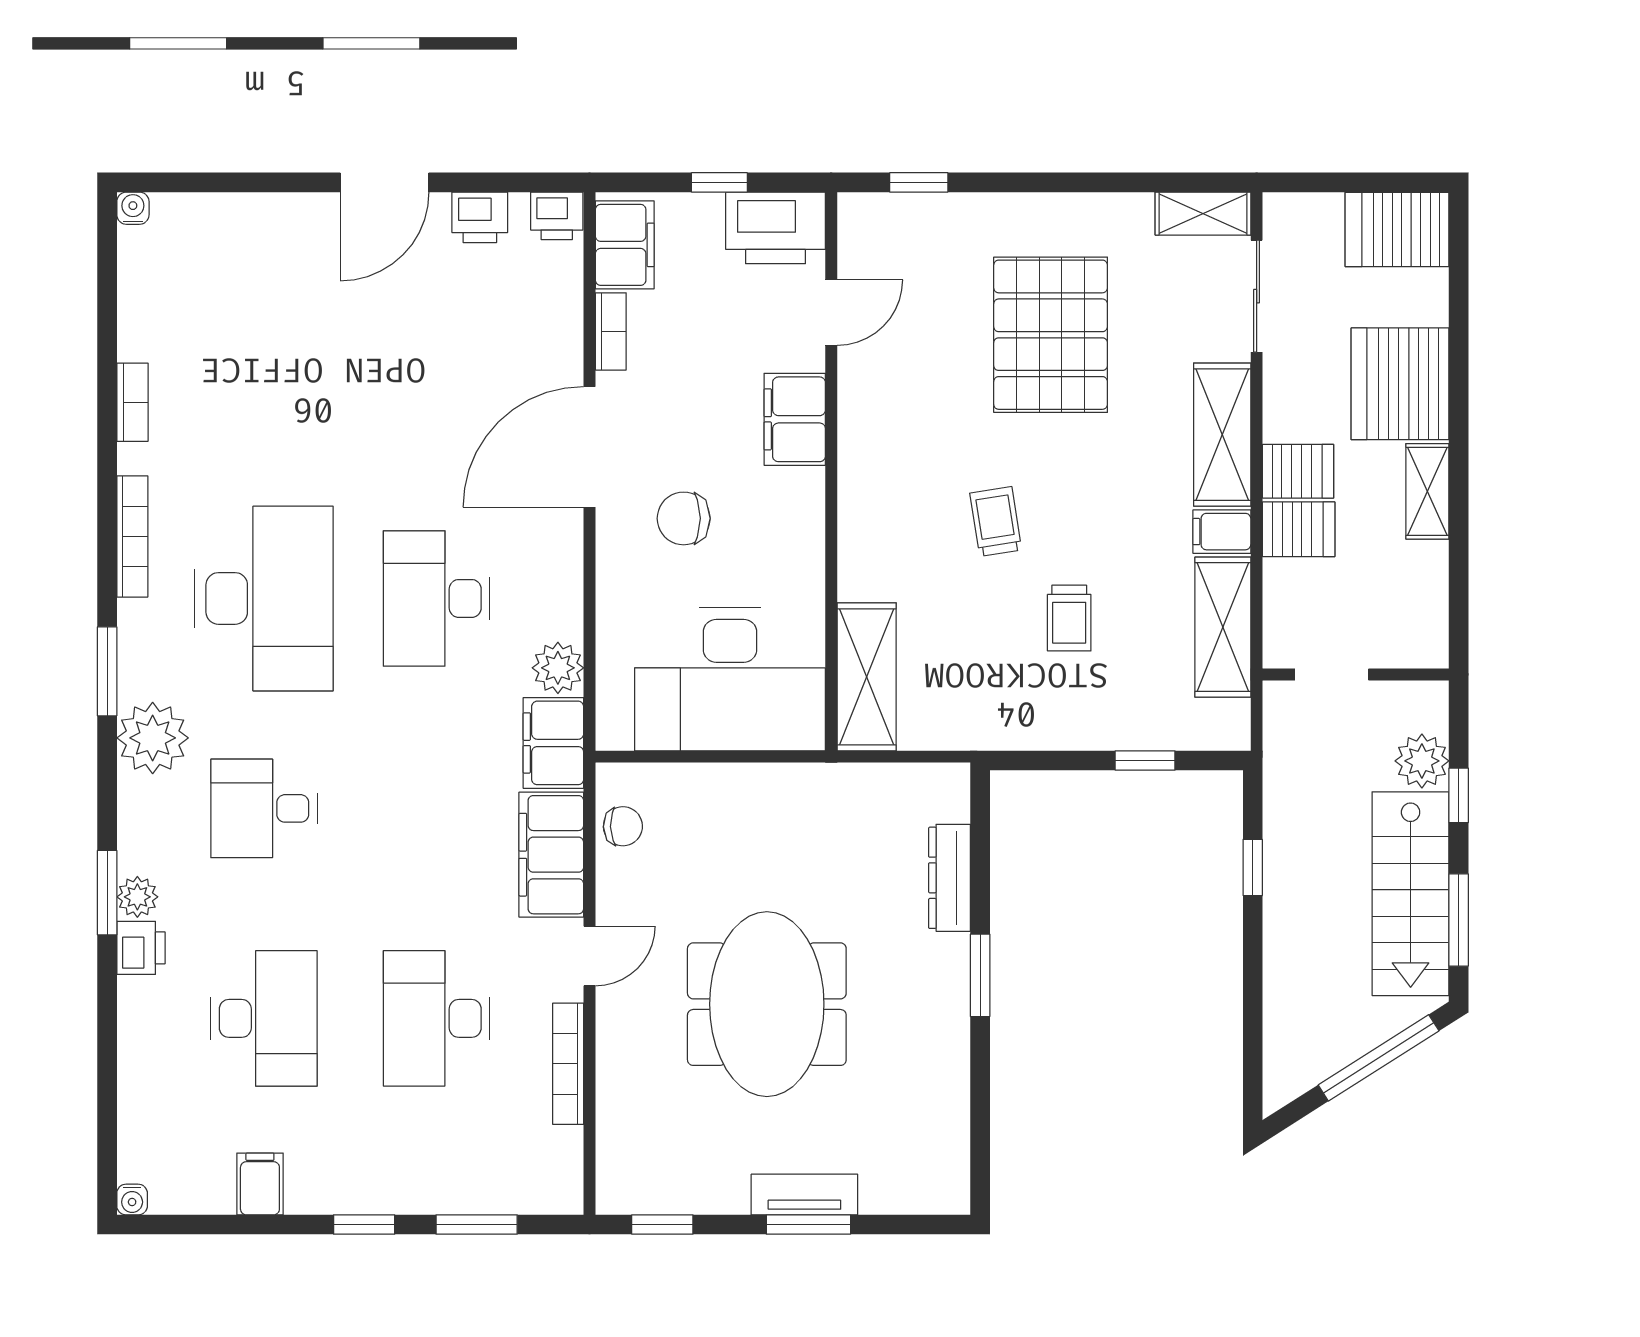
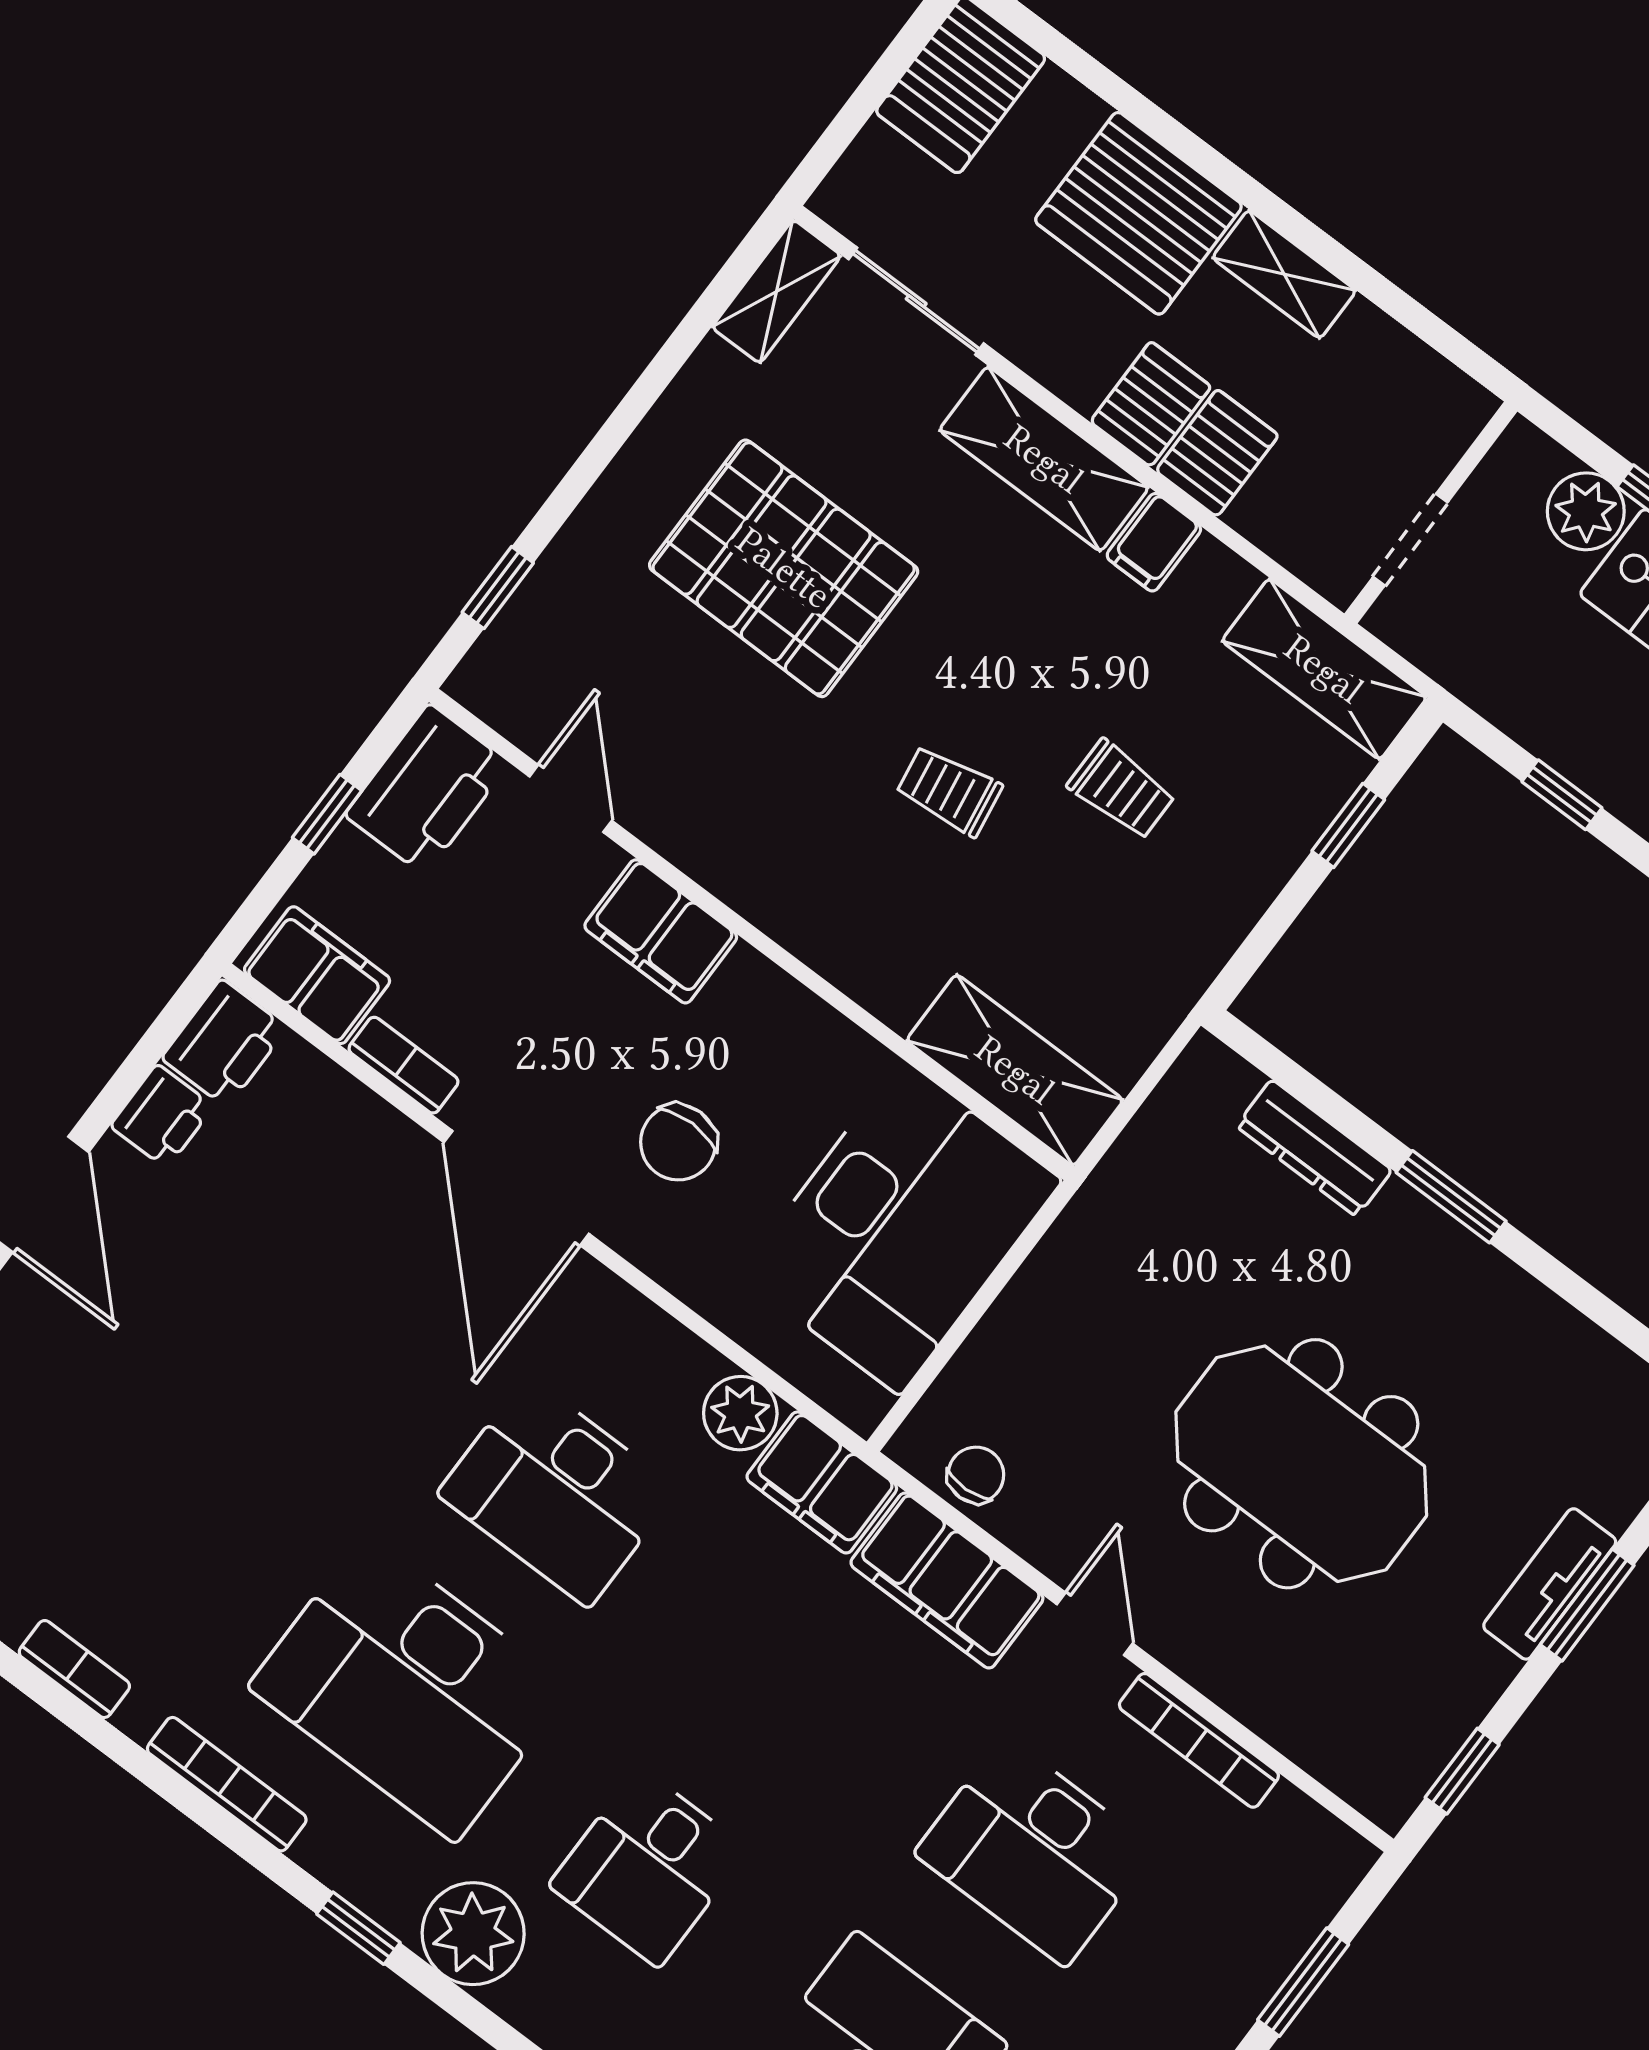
printer: (557, 216) -> (224, 1043), width x1.36, depth x1.24
desk: (264, 598) -> (410, 1688), turned 180
shelving: (1223, 627) -> (1324, 669), moved
window: (107, 671) -> (358, 1928), width x0.67

